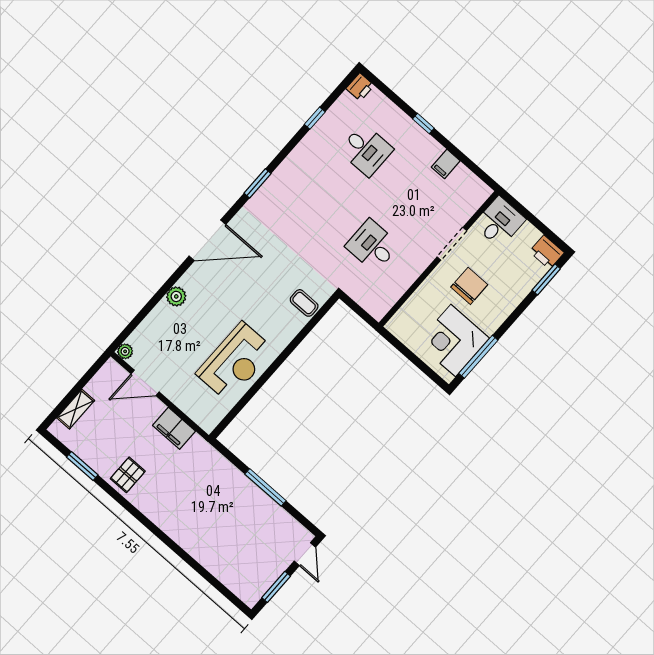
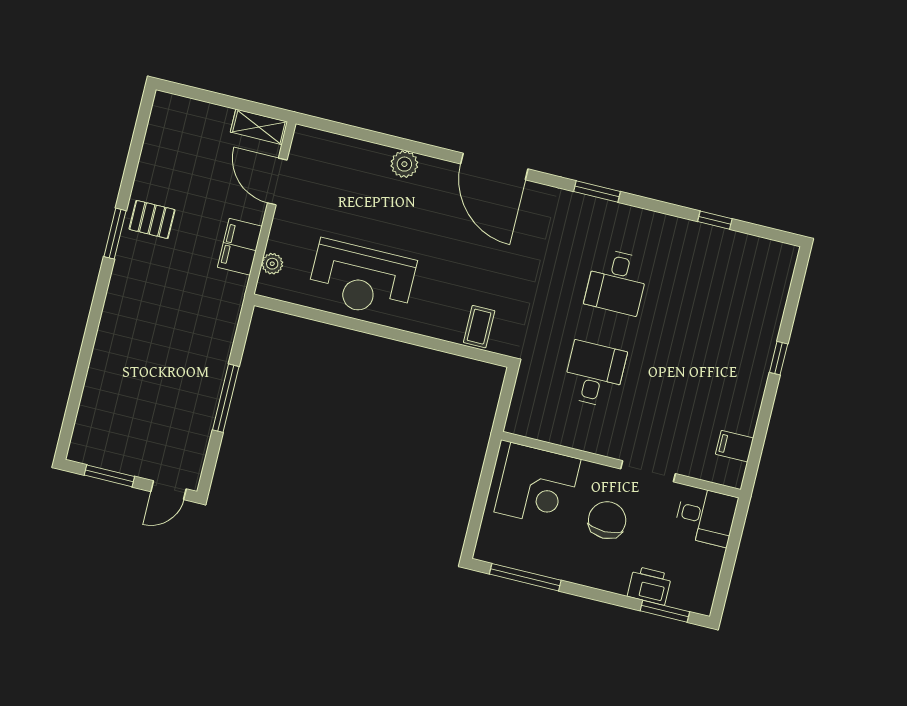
printer: (360, 87) -> (783, 256), removed
desk: (366, 150) -> (617, 282), moved
filing cabinet: (446, 164) -> (735, 446), moved
printer: (547, 252) -> (649, 586), moved, turned 90
chair: (469, 286) -> (607, 520), turned -90
corner desk: (453, 340) -> (537, 486), moved, turned 180
plant: (125, 351) -> (272, 264), moved
shelving: (76, 409) -> (259, 127), moved
window: (82, 466) -> (115, 234), moved

